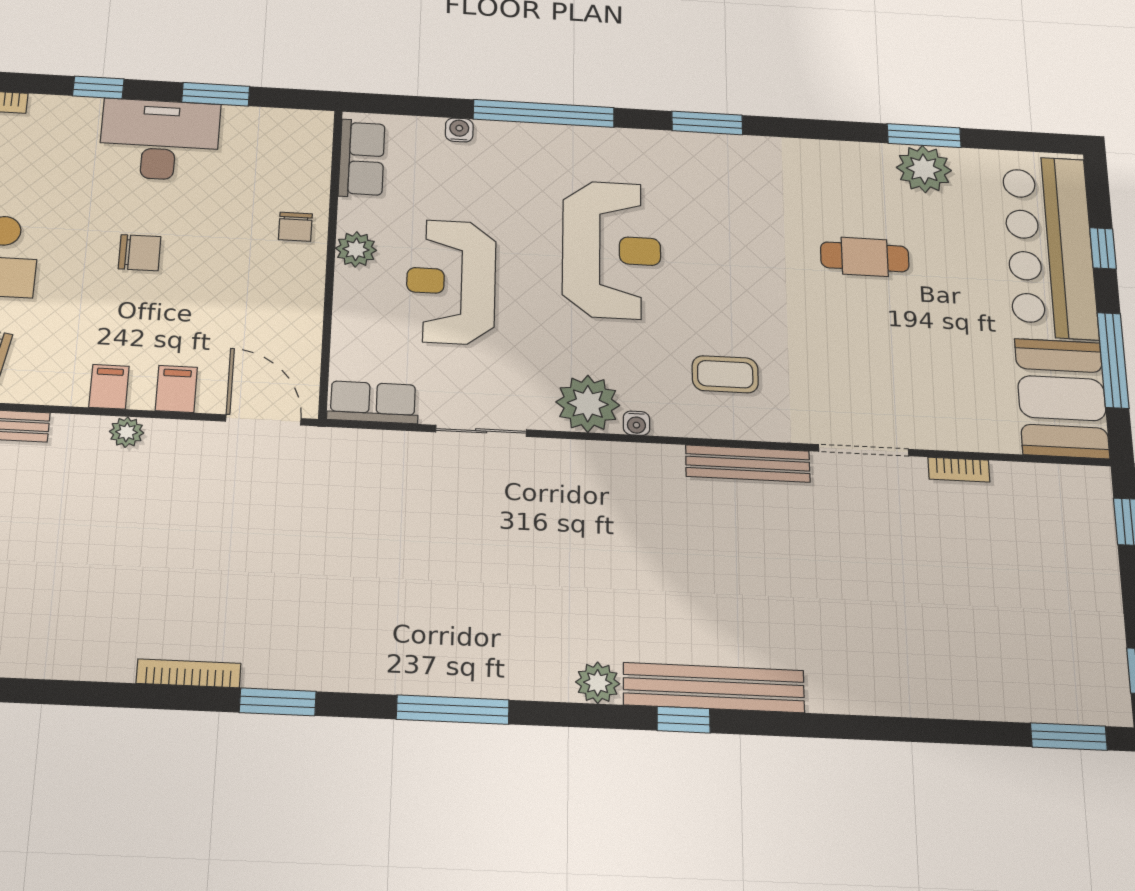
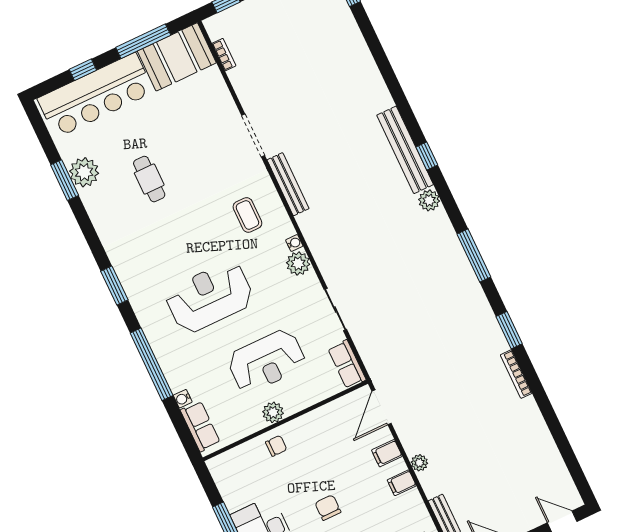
row of seats: (362, 158) -> (200, 426), moved, turned 90
plant: (588, 404) -> (298, 263), width x0.73, depth x0.73
bookcase: (959, 470) -> (224, 55), moved

